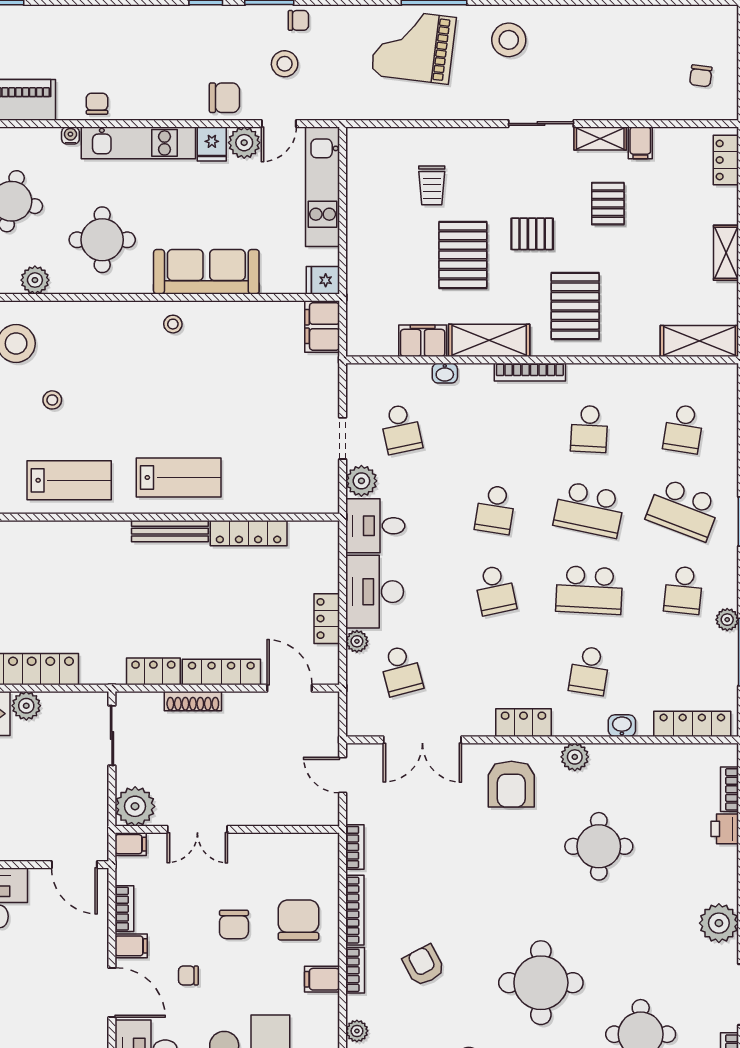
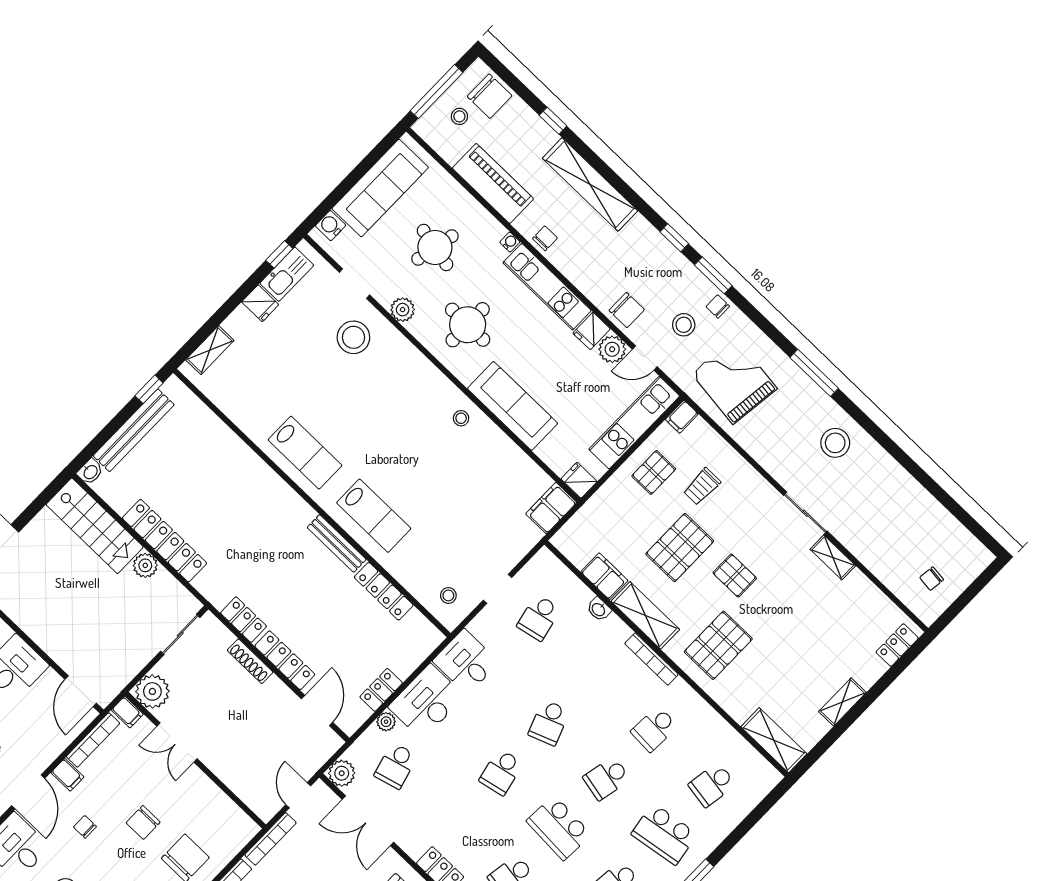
chair: (298, 20) -> (718, 306), turned 180
shelving: (91, 22) -> (590, 184), added
grand piano: (413, 46) -> (734, 381), moved
filing cabinet: (640, 143) -> (682, 417), moved
pallet: (608, 204) -> (654, 472), moved
stool: (52, 400) -> (448, 595), moved
plant: (361, 481) -> (342, 773), moved
school desk: (495, 509) -> (549, 723), turned -30
school desk: (589, 509) -> (607, 778), width x0.54
school desk: (683, 509) -> (664, 834), turned -30
bookcase: (355, 847) -> (271, 839), width x1.56
bookcase: (124, 909) -> (93, 740), width x1.56

